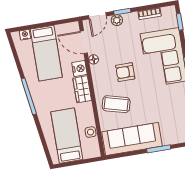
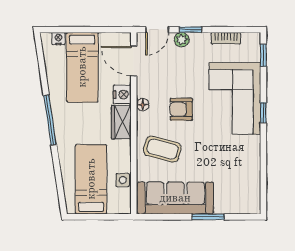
floor lamp: (94, 59) -> (143, 105), moved

